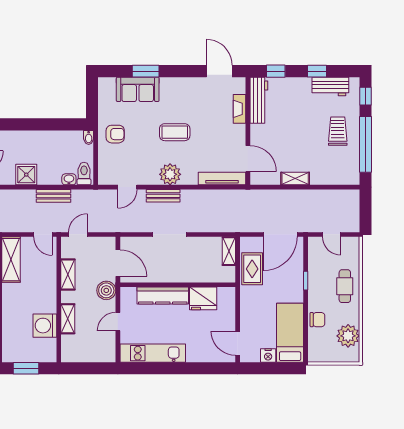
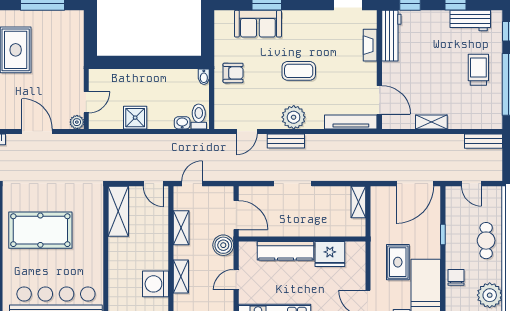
bench: (54, 196) -> (483, 141), moved
rug: (252, 269) -> (398, 262), moved
chair: (317, 320) -> (456, 277), turned -90

